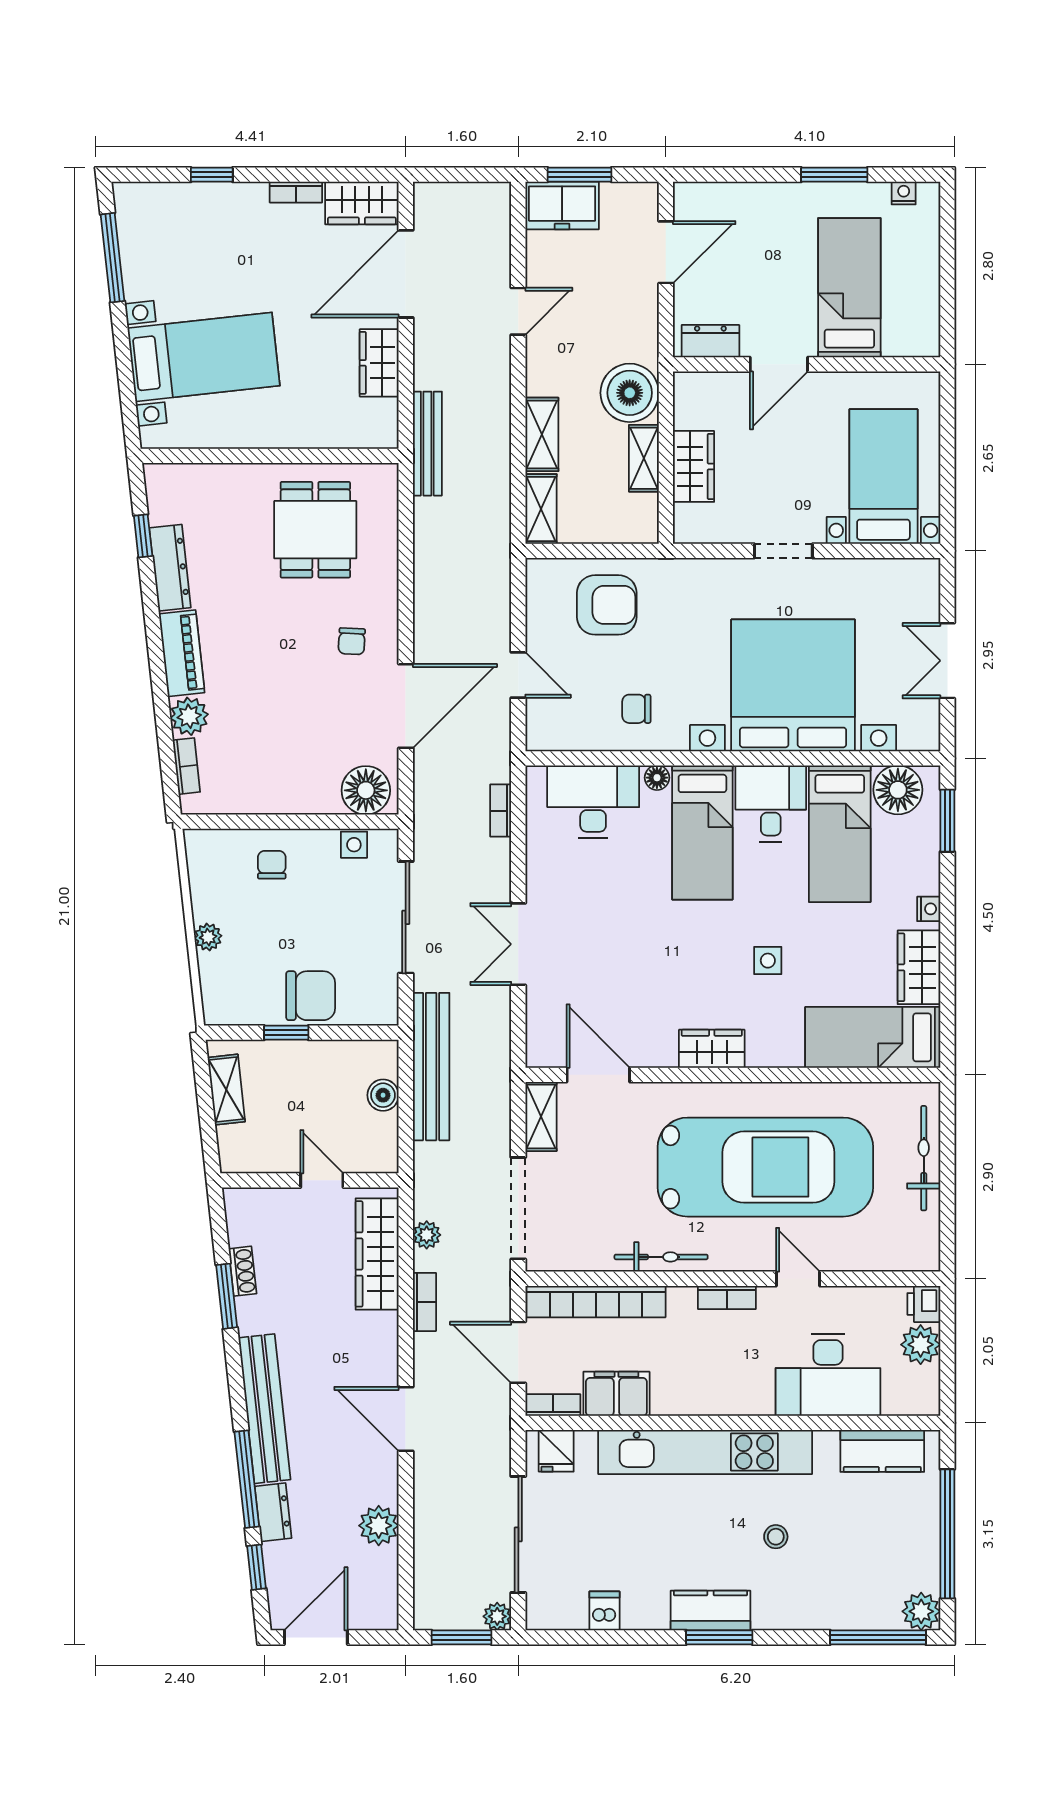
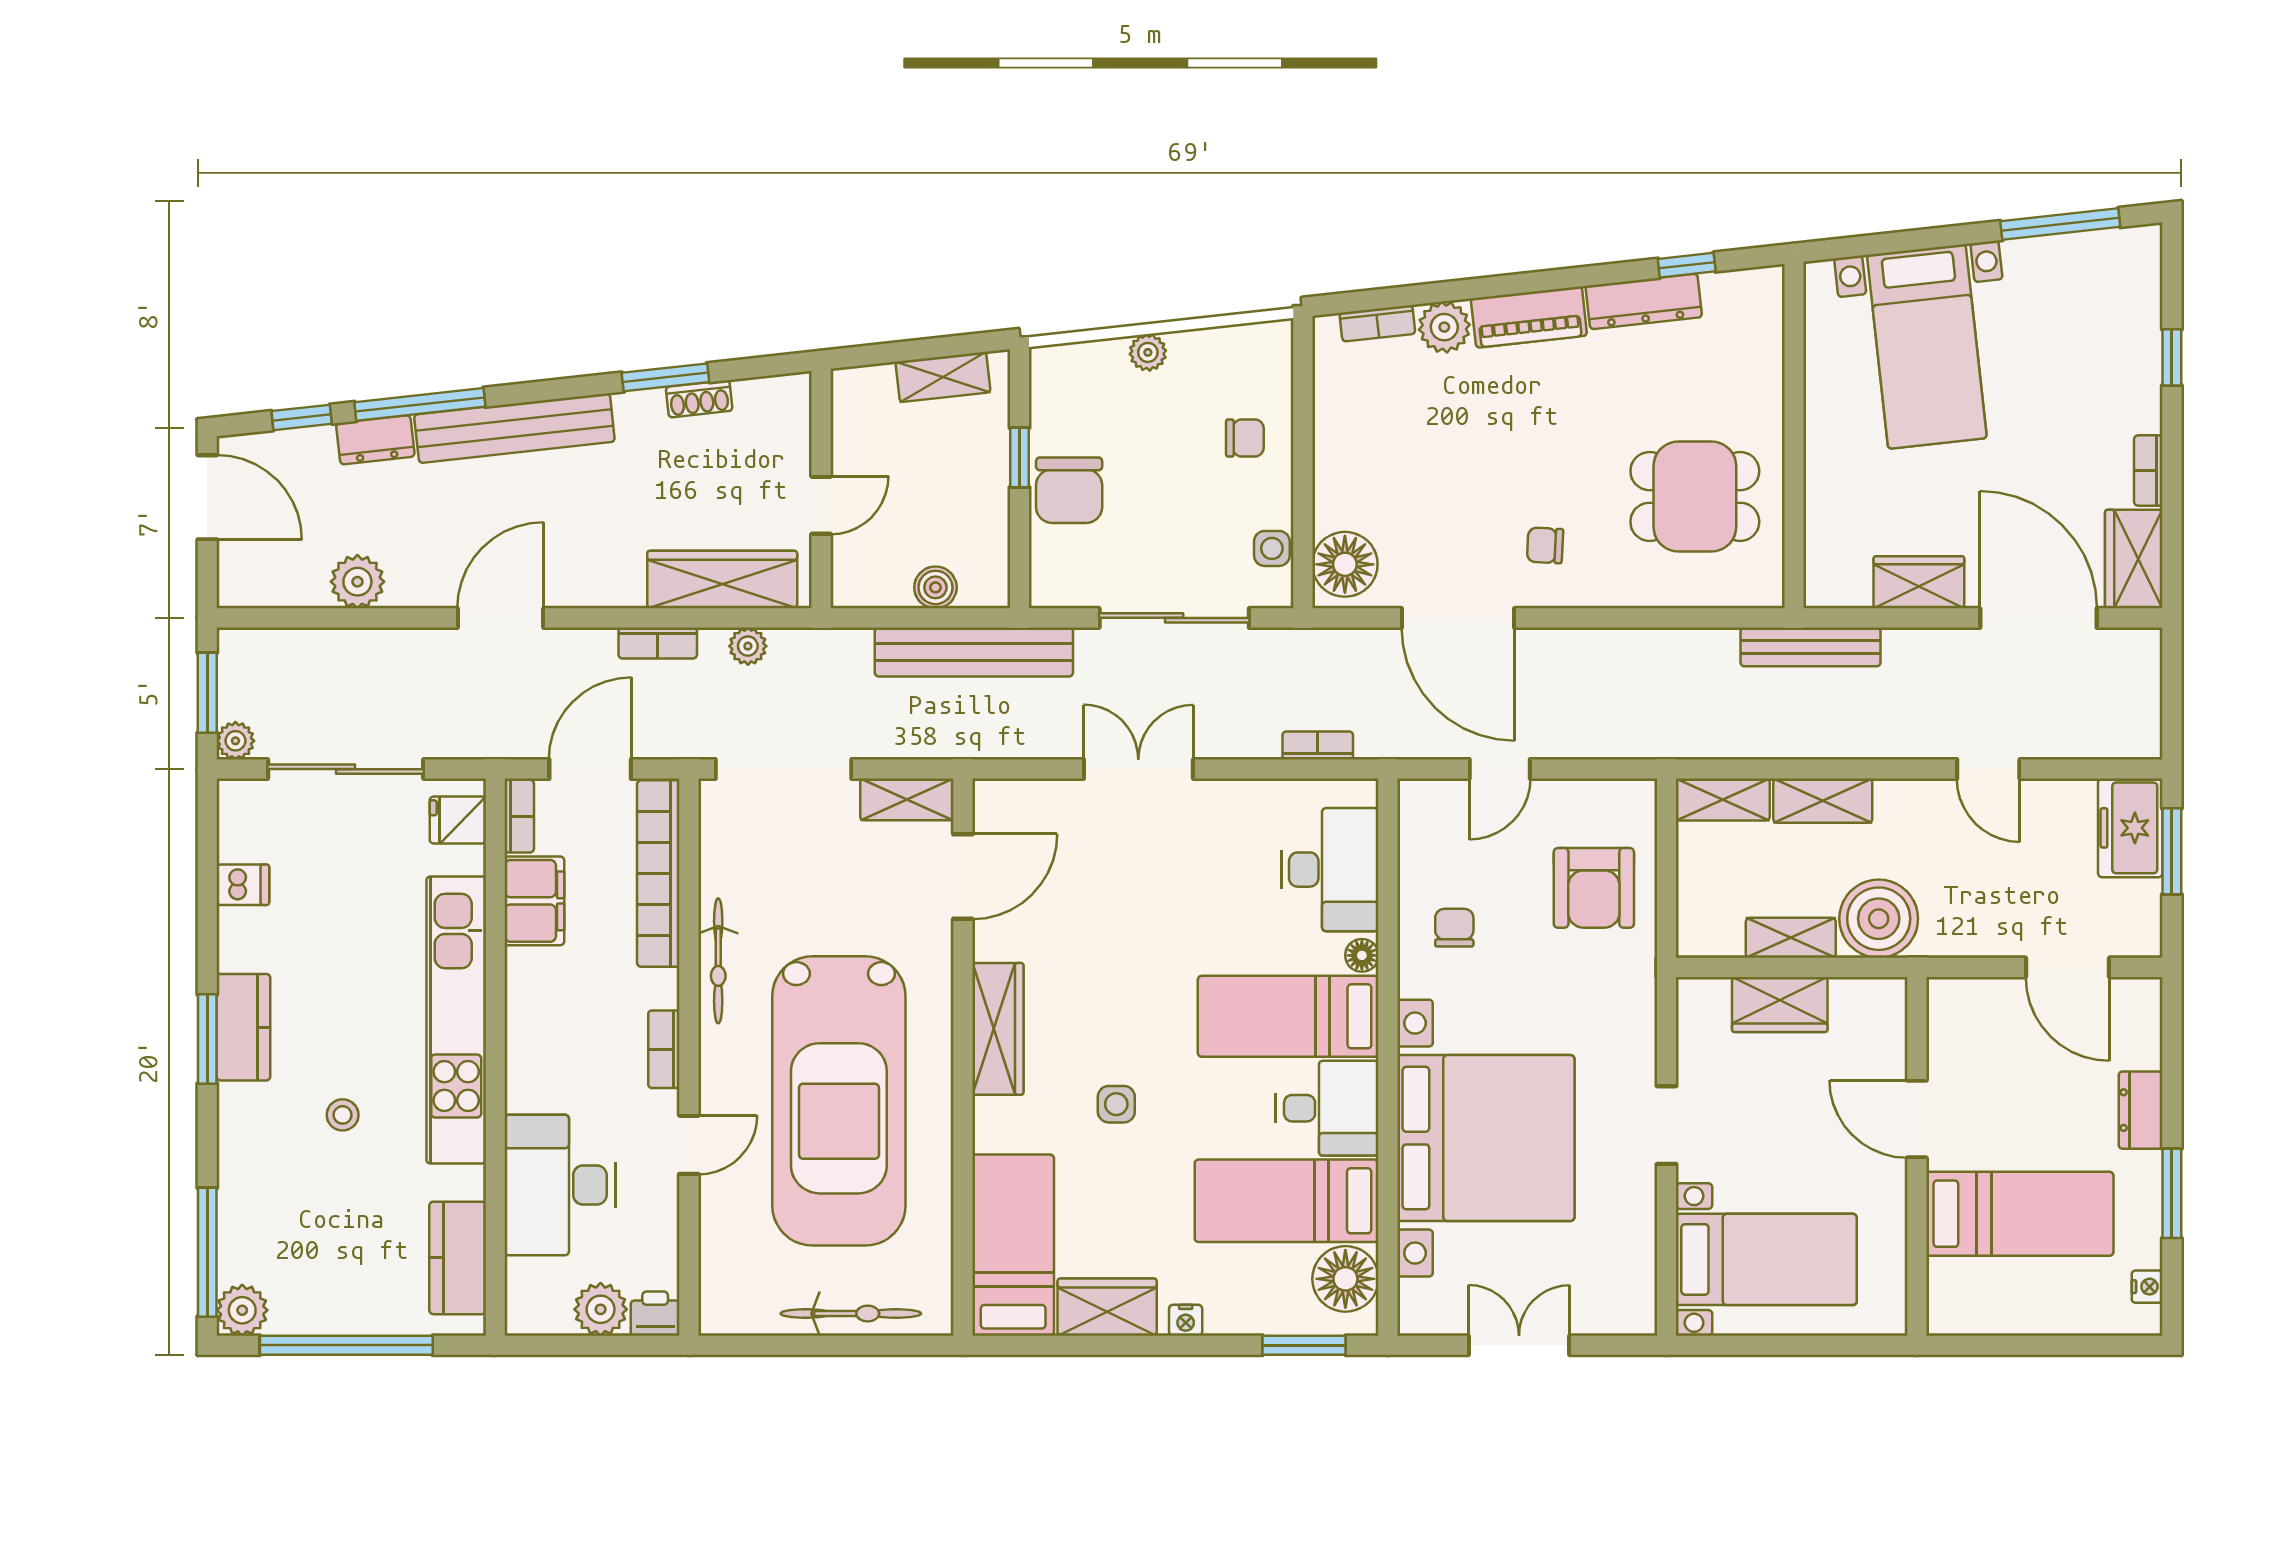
dresser: (710, 341) -> (2141, 1110), moved, turned 180
wardrobe: (712, 1049) -> (998, 1029), width x1.50

